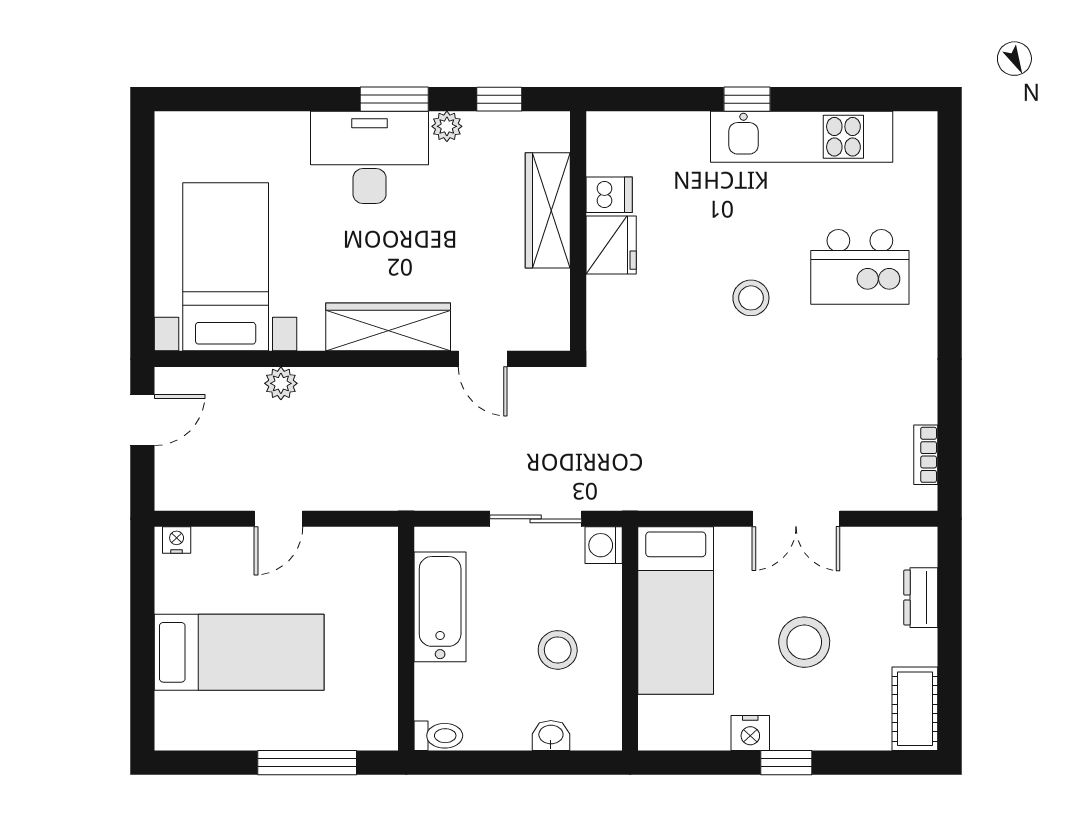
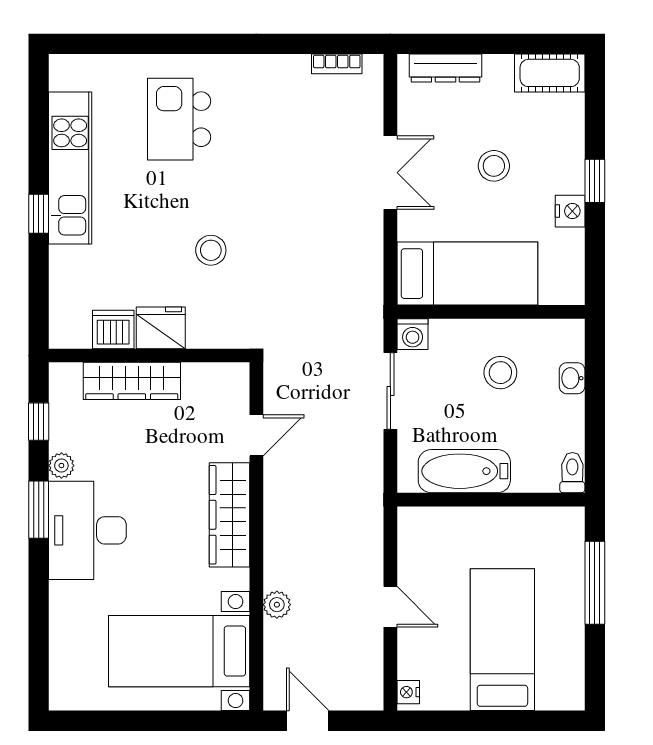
dishwasher: (609, 195) -> (113, 329), width x1.38
kitchen island: (860, 267) -> (179, 119), turned 180
stool: (751, 298) -> (211, 250), moved
dresser: (921, 598) -> (445, 68), width x1.44
stool: (804, 642) -> (494, 166), width x0.73, depth x0.73

